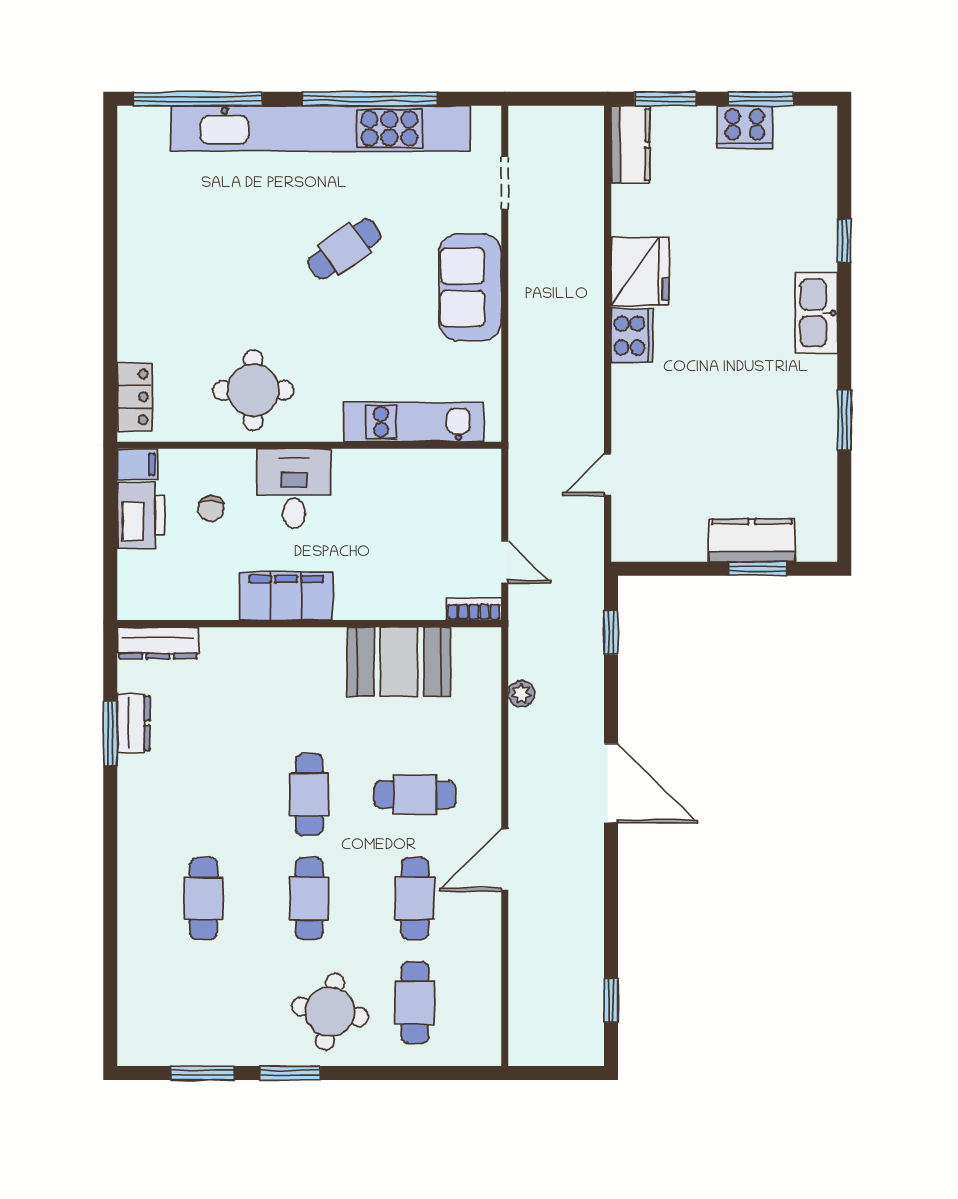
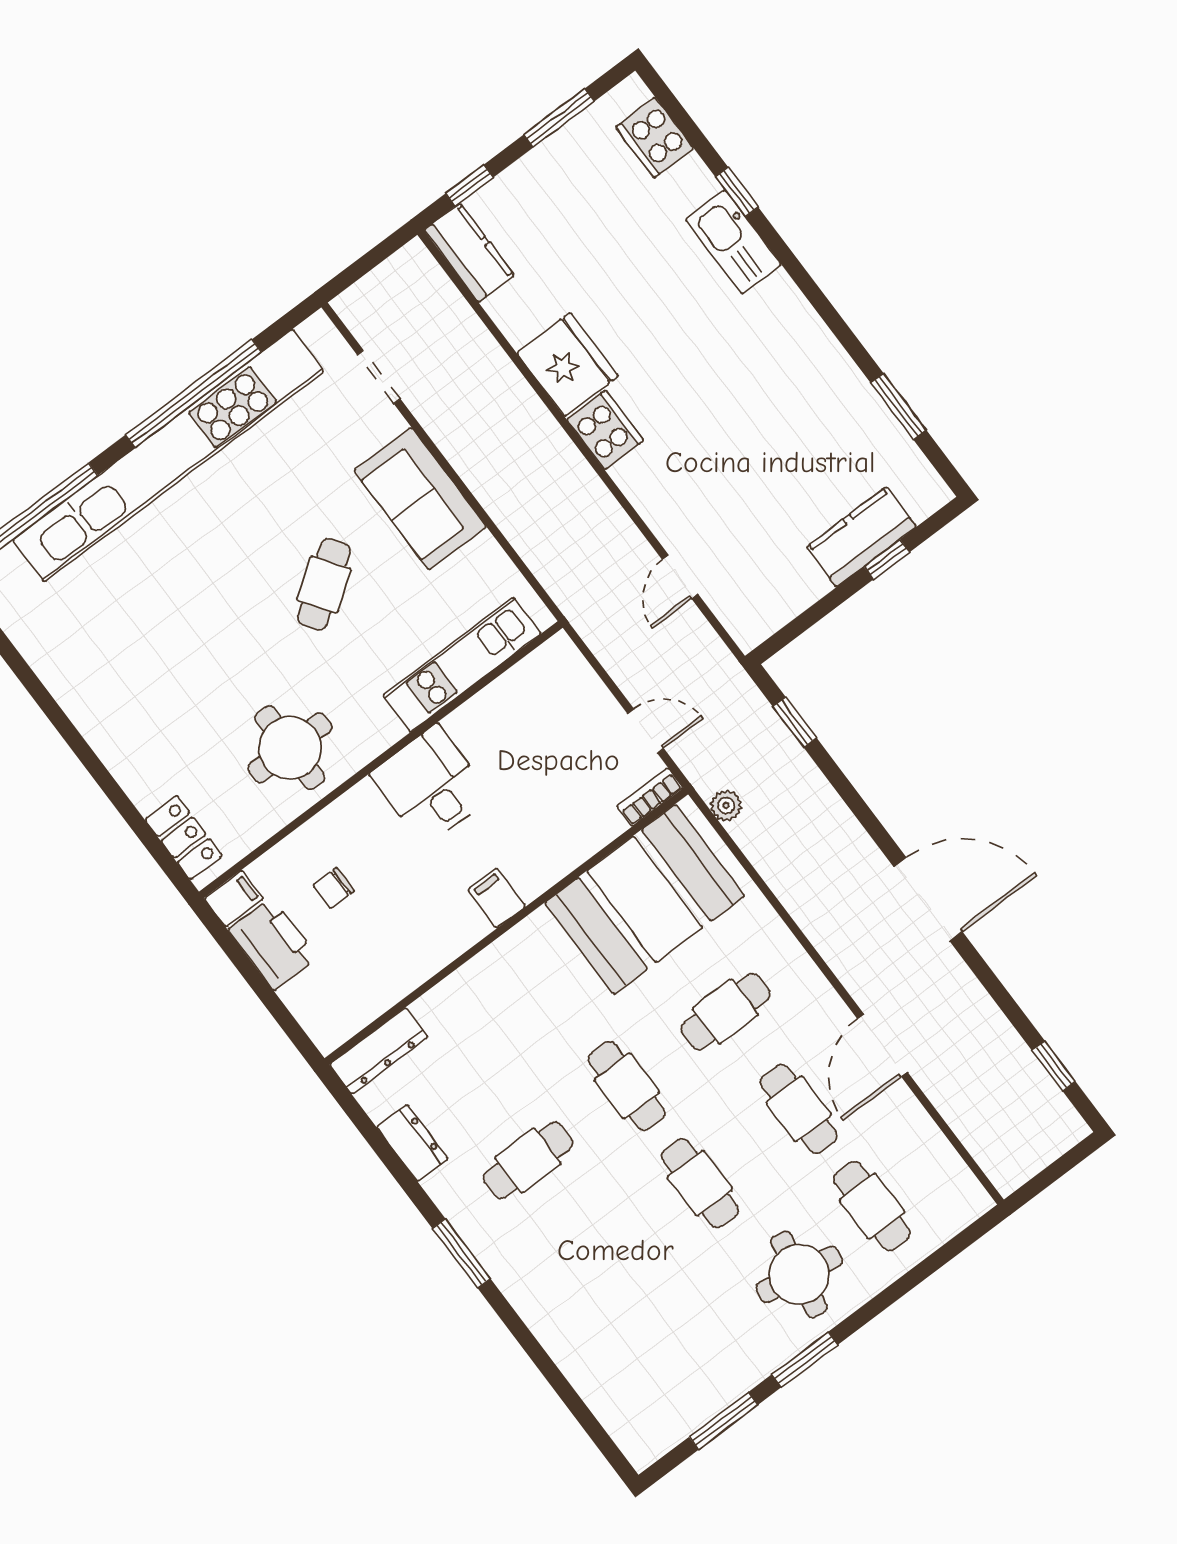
window: (665, 99) -> (470, 185), width x0.67
cooker: (745, 127) -> (655, 138), moved, turned 90
cafe table: (344, 249) -> (324, 584), moved
kitchen sink: (816, 313) -> (733, 242), moved
window: (844, 420) -> (898, 407), moved
desk: (294, 489) -> (431, 785), moved
chair: (211, 508) -> (333, 888), turned 90
window: (758, 569) -> (887, 559), width x0.67
filing cabinet: (286, 596) -> (497, 898), width x0.33, depth x0.86
booth: (399, 662) -> (645, 899), width x1.36, depth x1.42
plant: (521, 694) -> (726, 806), moved
window: (110, 734) -> (461, 1253), moved
door: (611, 783) -> (928, 899), moved
door: (505, 860) -> (882, 1045), moved
cafe table: (204, 899) -> (528, 1160), moved, turned 90

